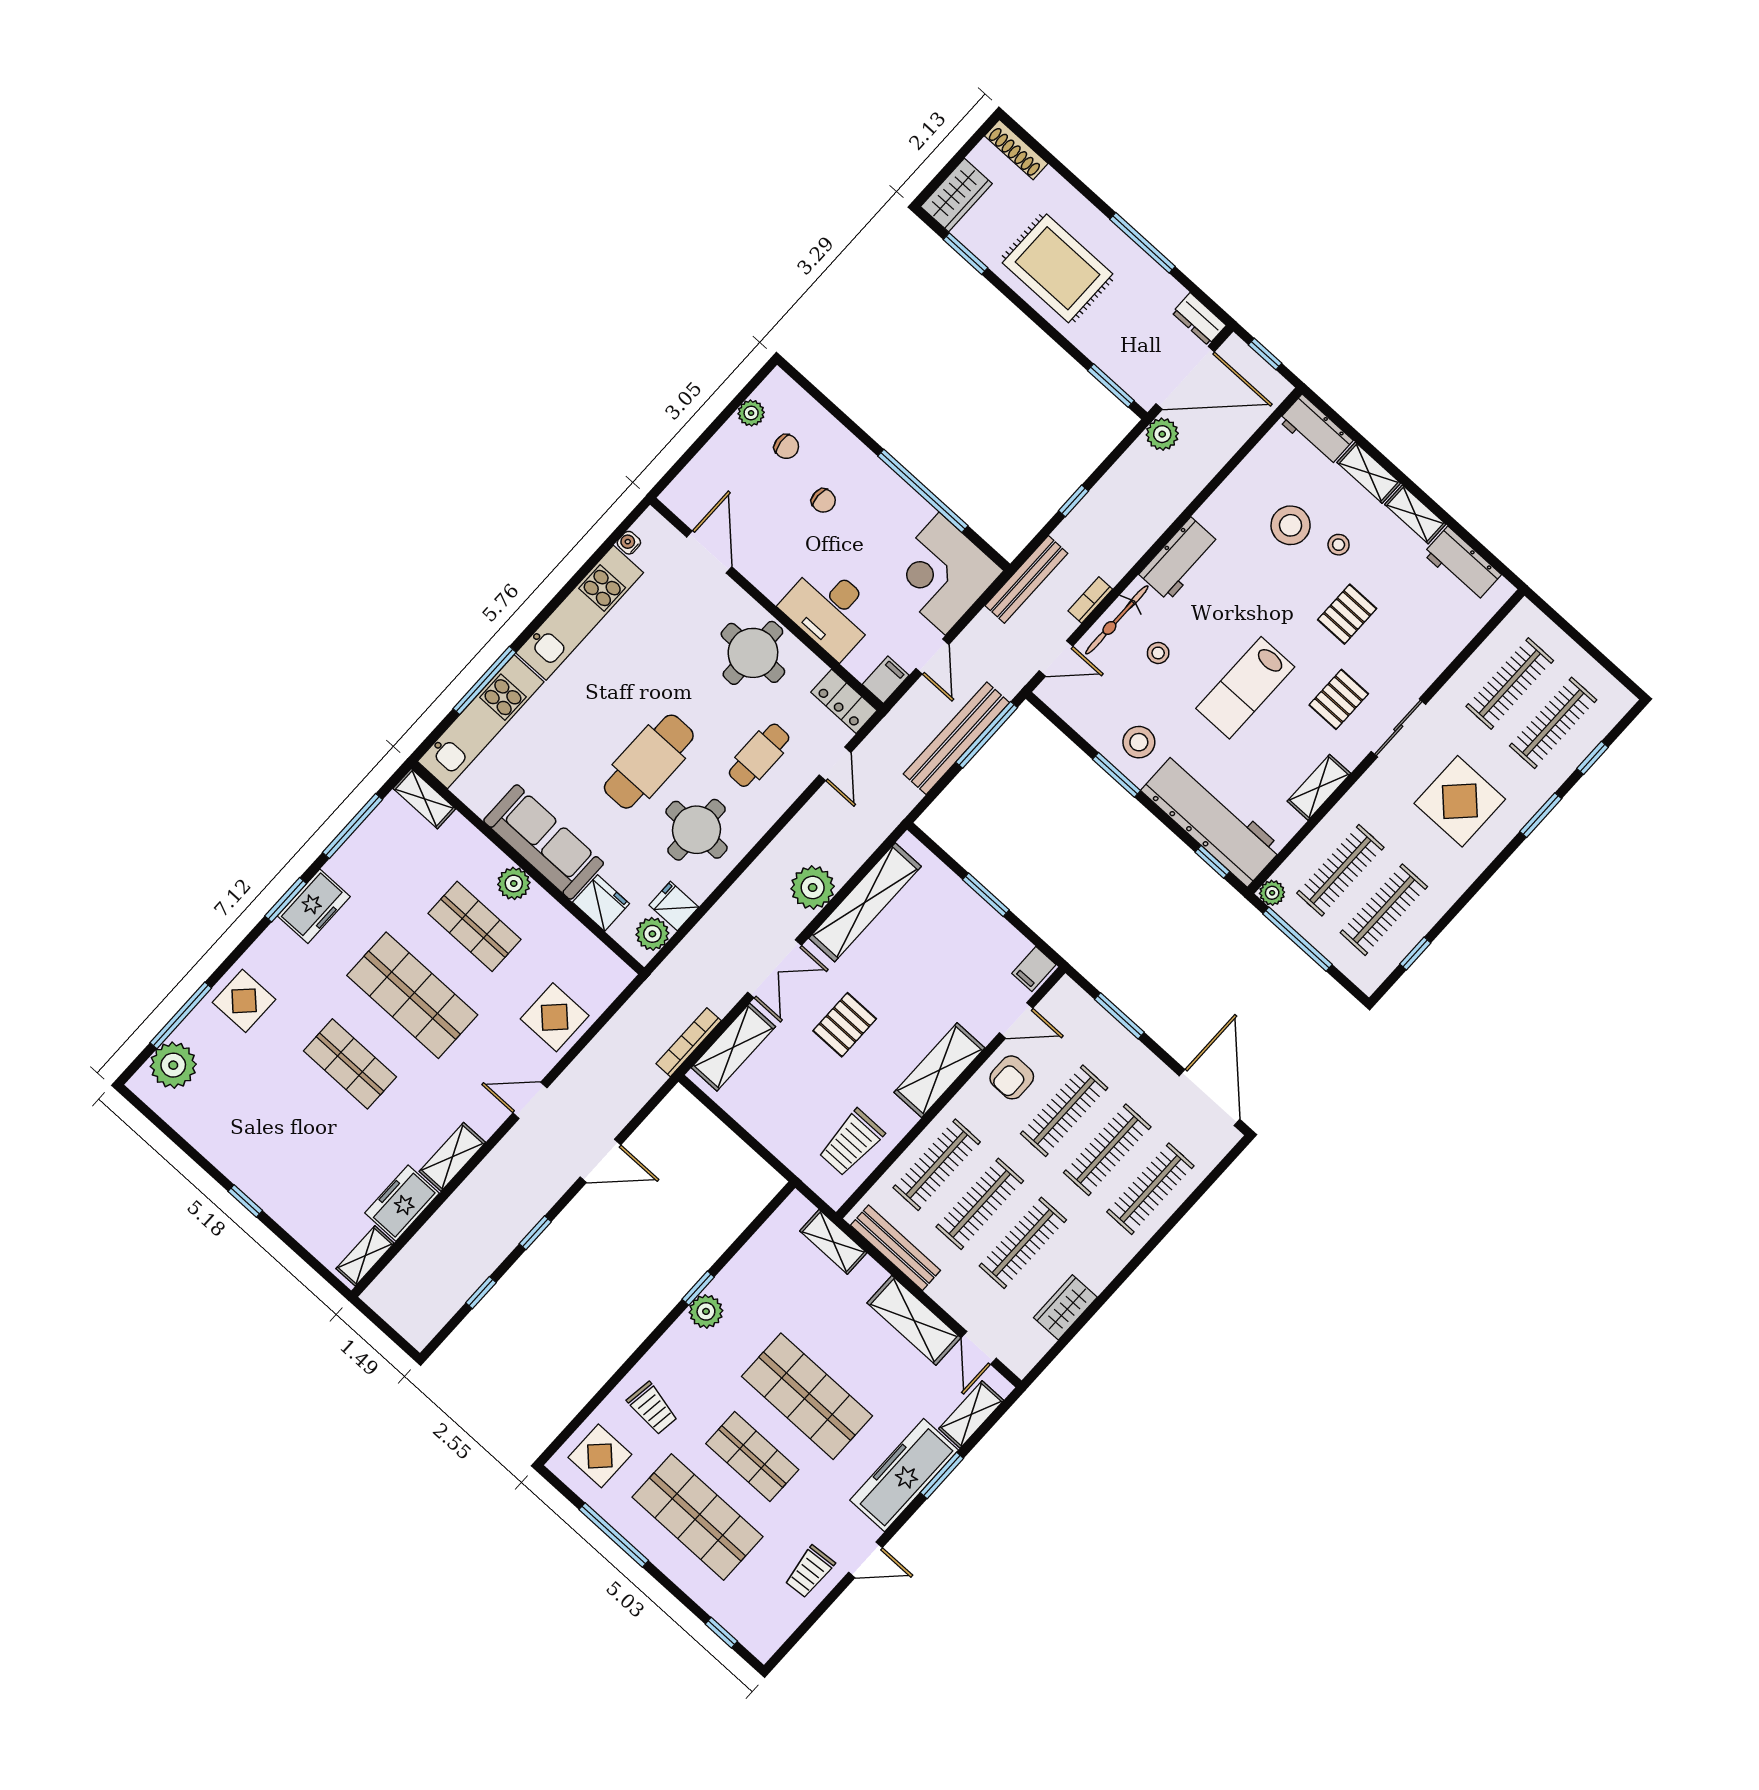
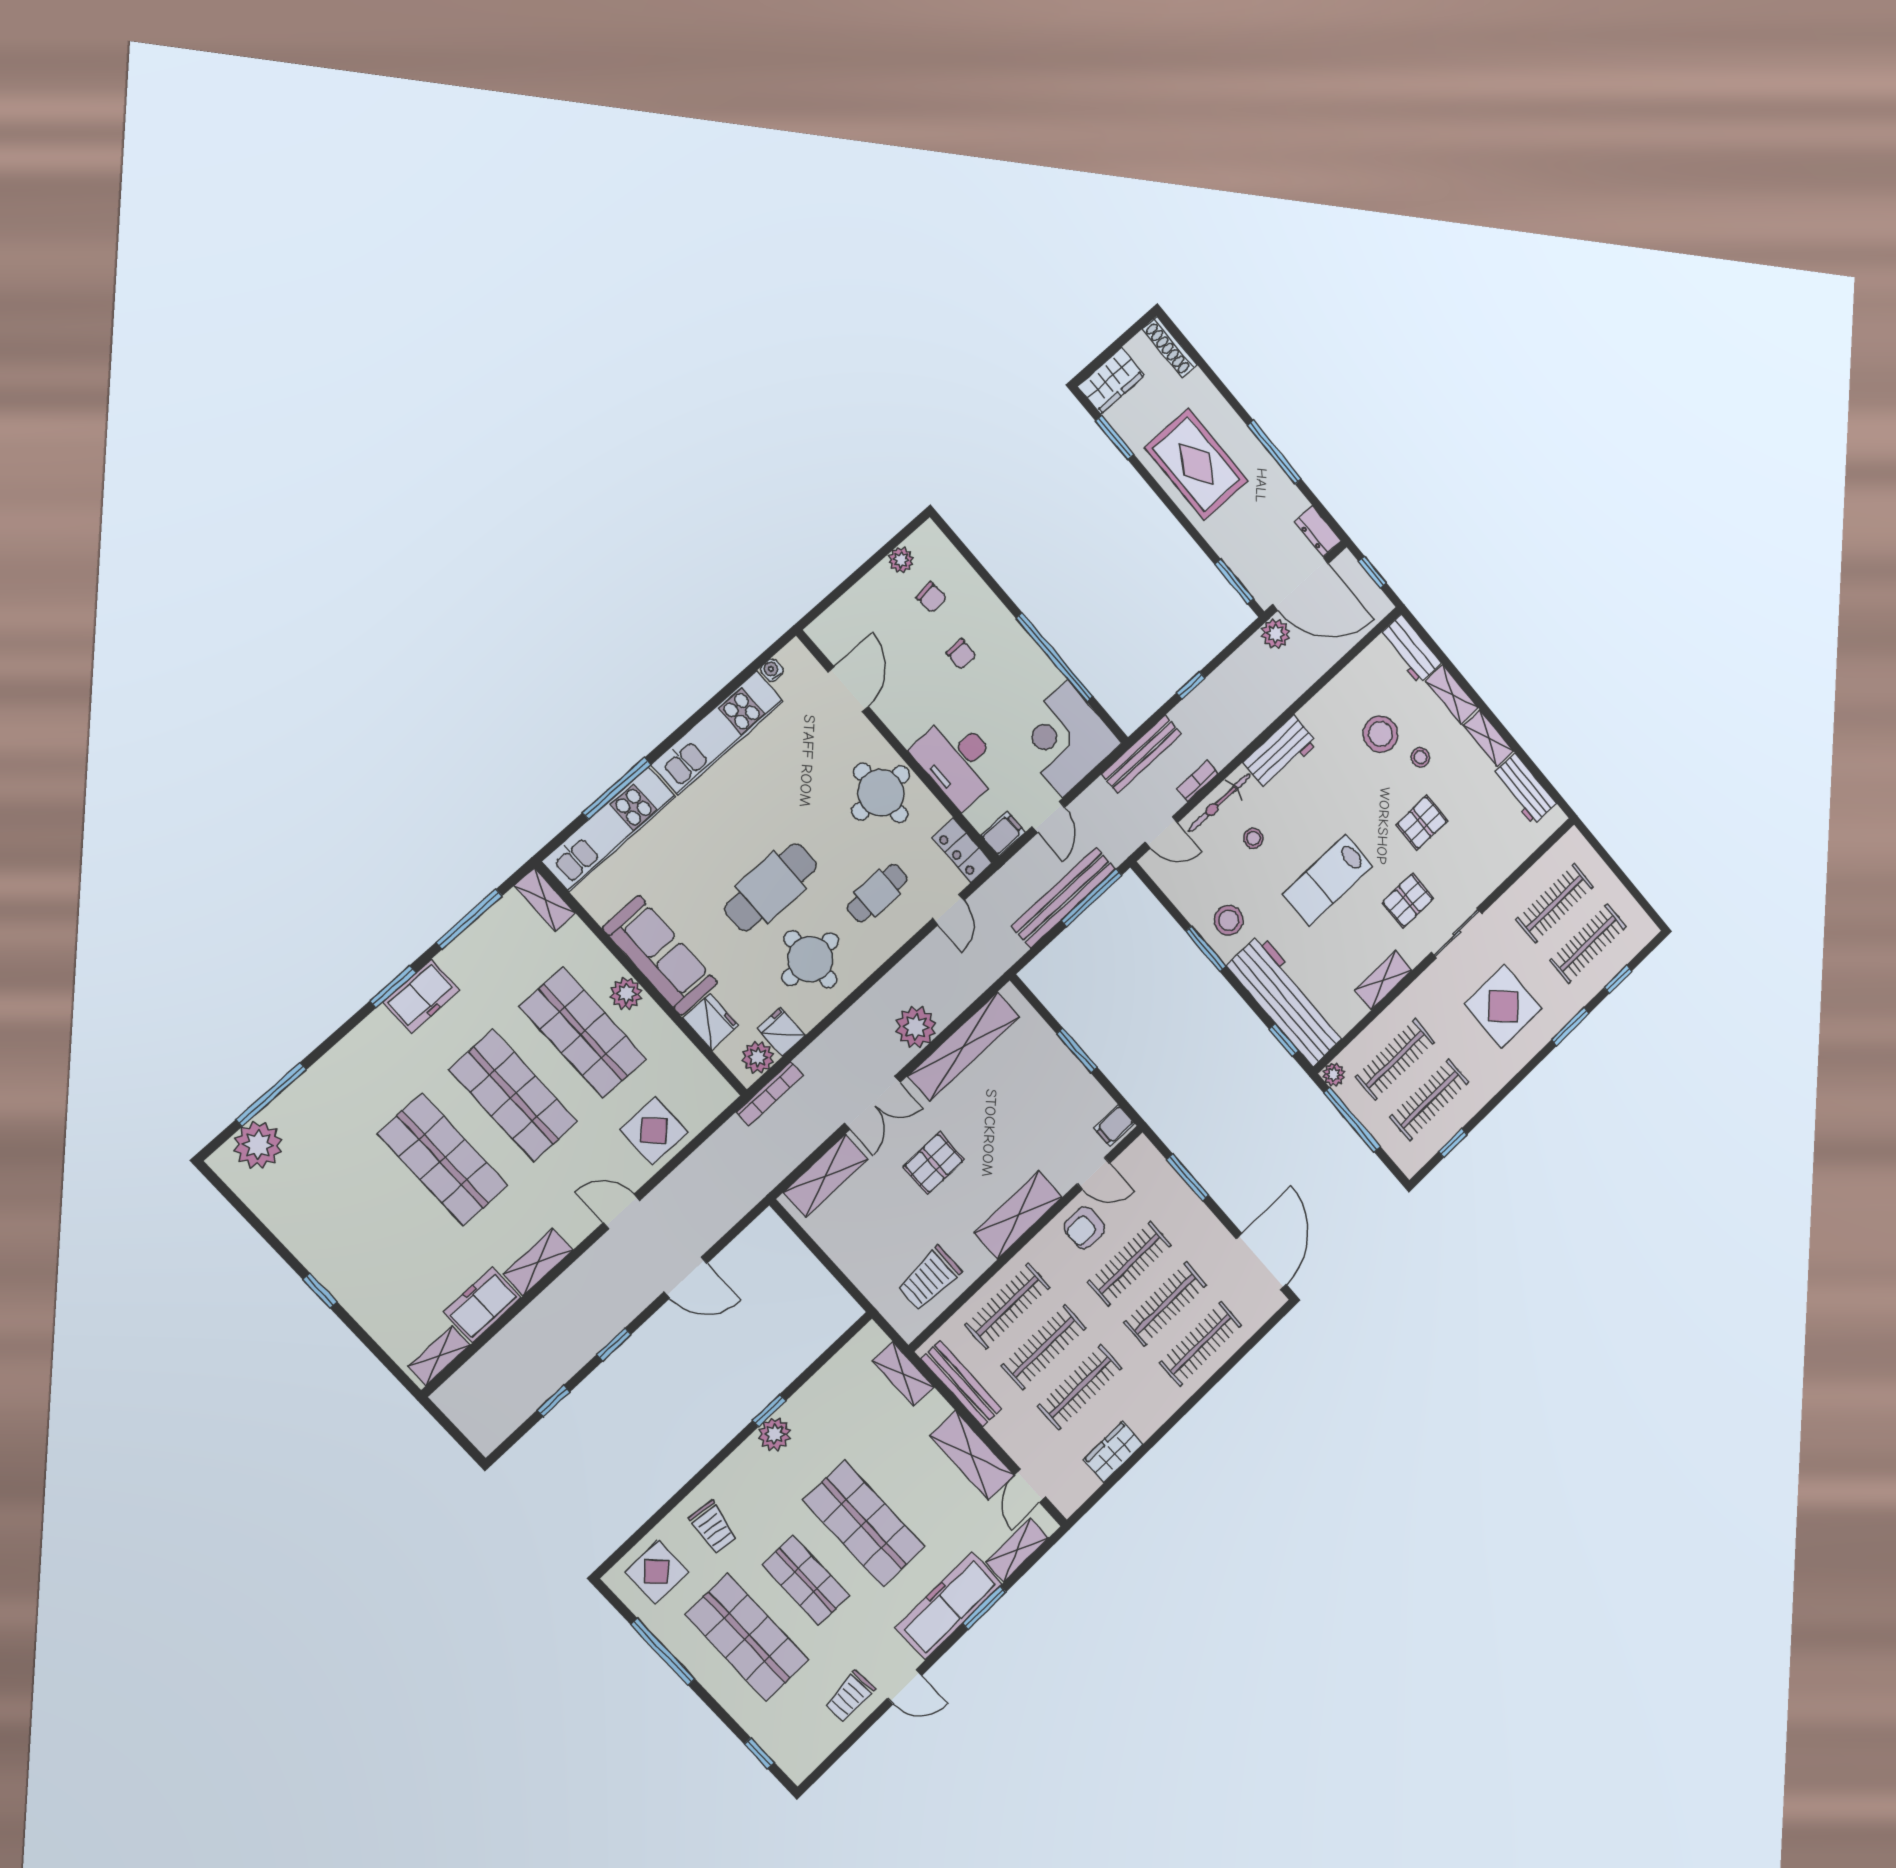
shop shelf: (475, 926) -> (583, 1033), width x1.43, depth x1.36
display table: (244, 1001) -> (339, 1086), removed
bookcase: (689, 1042) -> (770, 1094), moved, turned 180
shop shelf: (350, 1064) -> (443, 1160), width x1.43, depth x1.36

